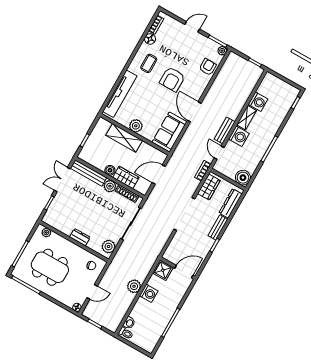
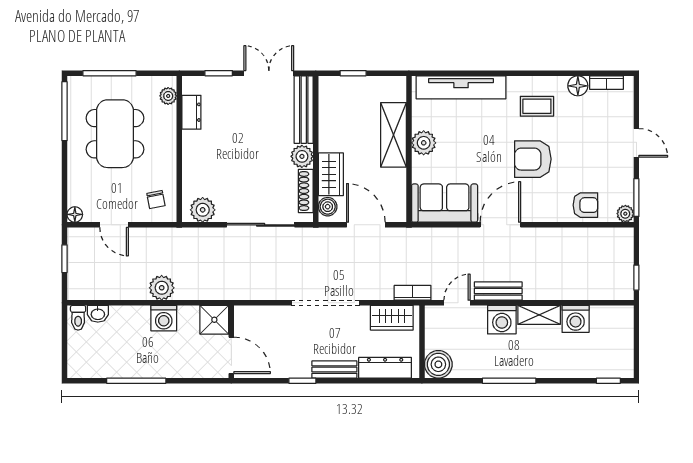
boiler: (110, 170) -> (328, 207), moved
dresser: (80, 237) -> (191, 112), moved

